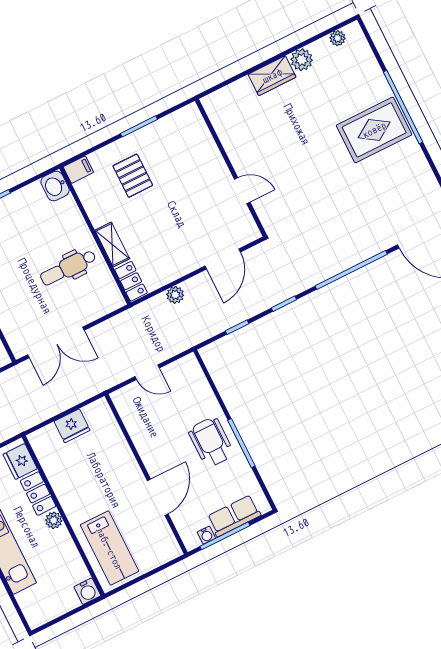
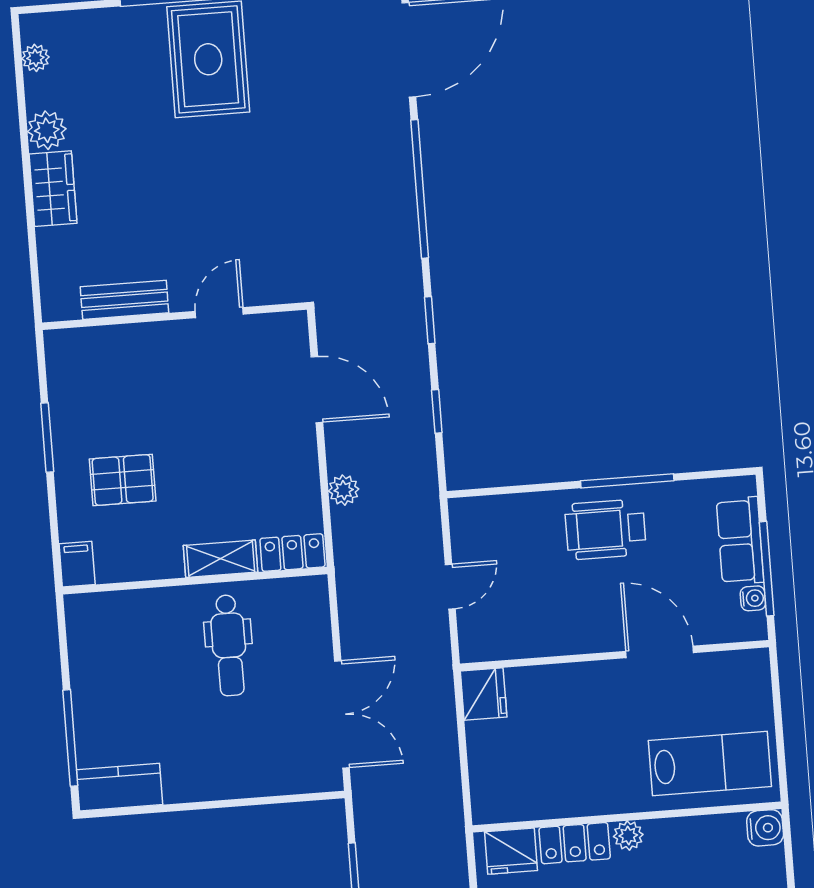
bench: (229, 138) -> (124, 300), added
washbasin: (55, 186) -> (88, 613), removed
fridge: (72, 426) -> (484, 694), moved

